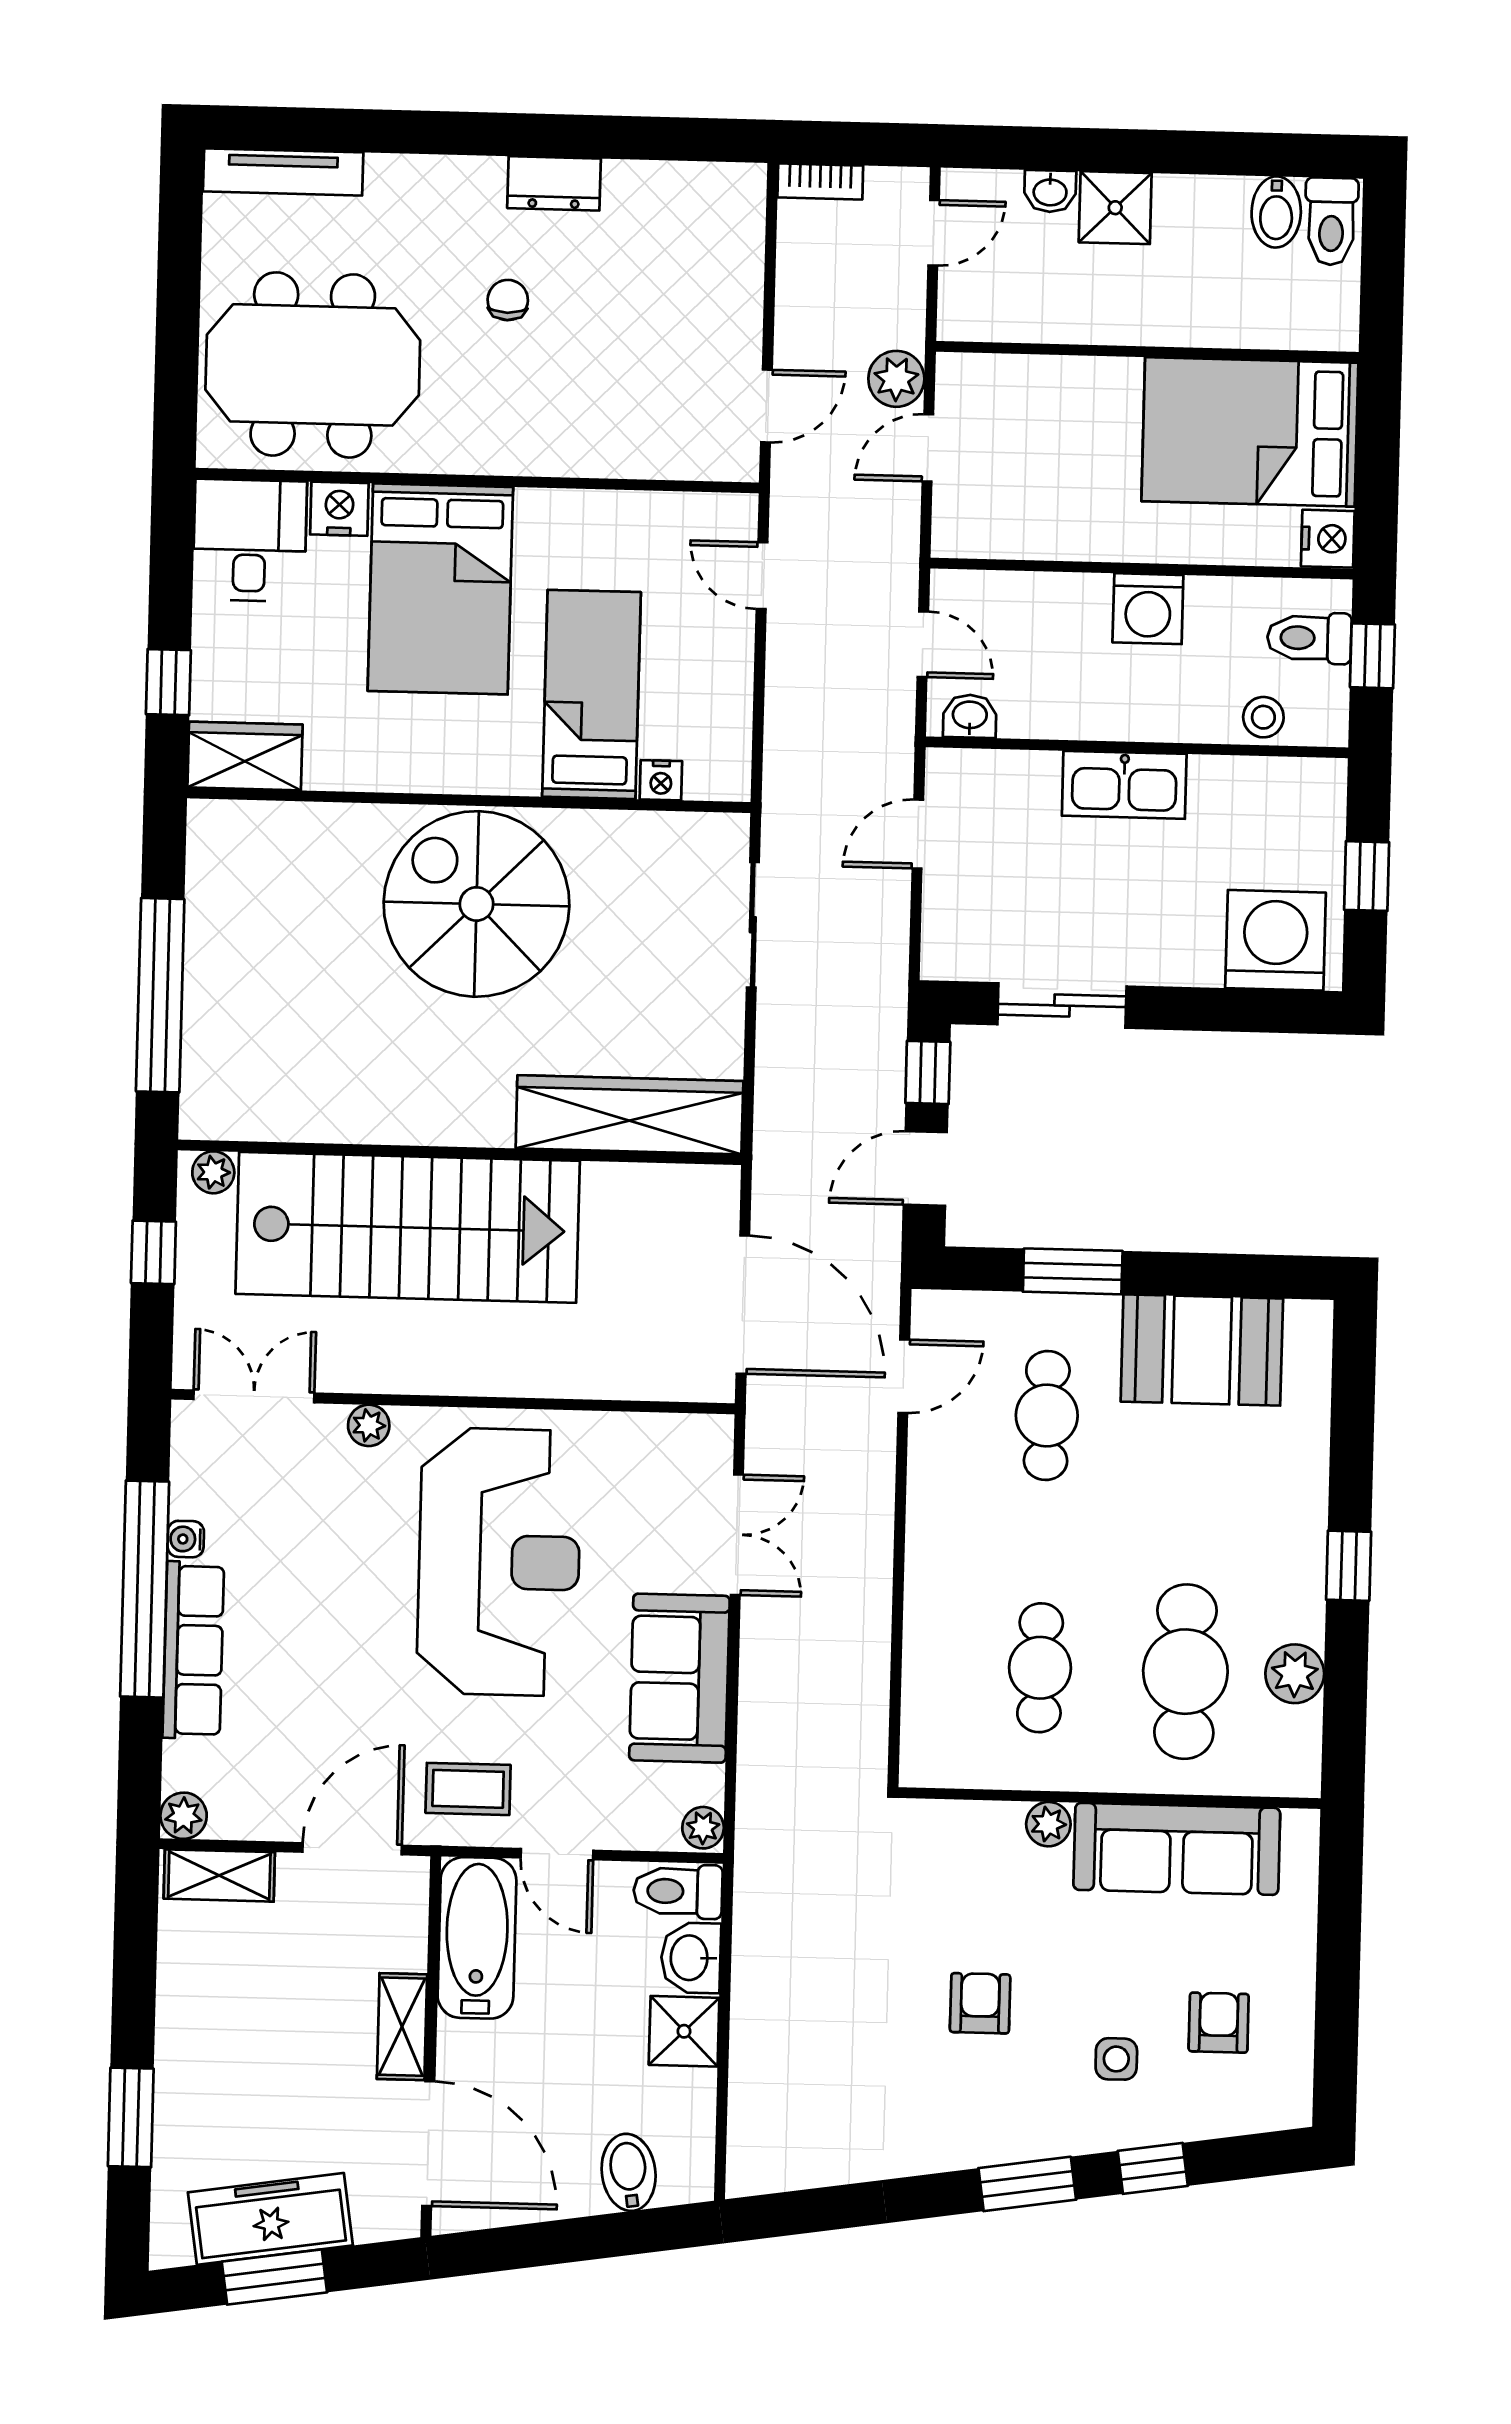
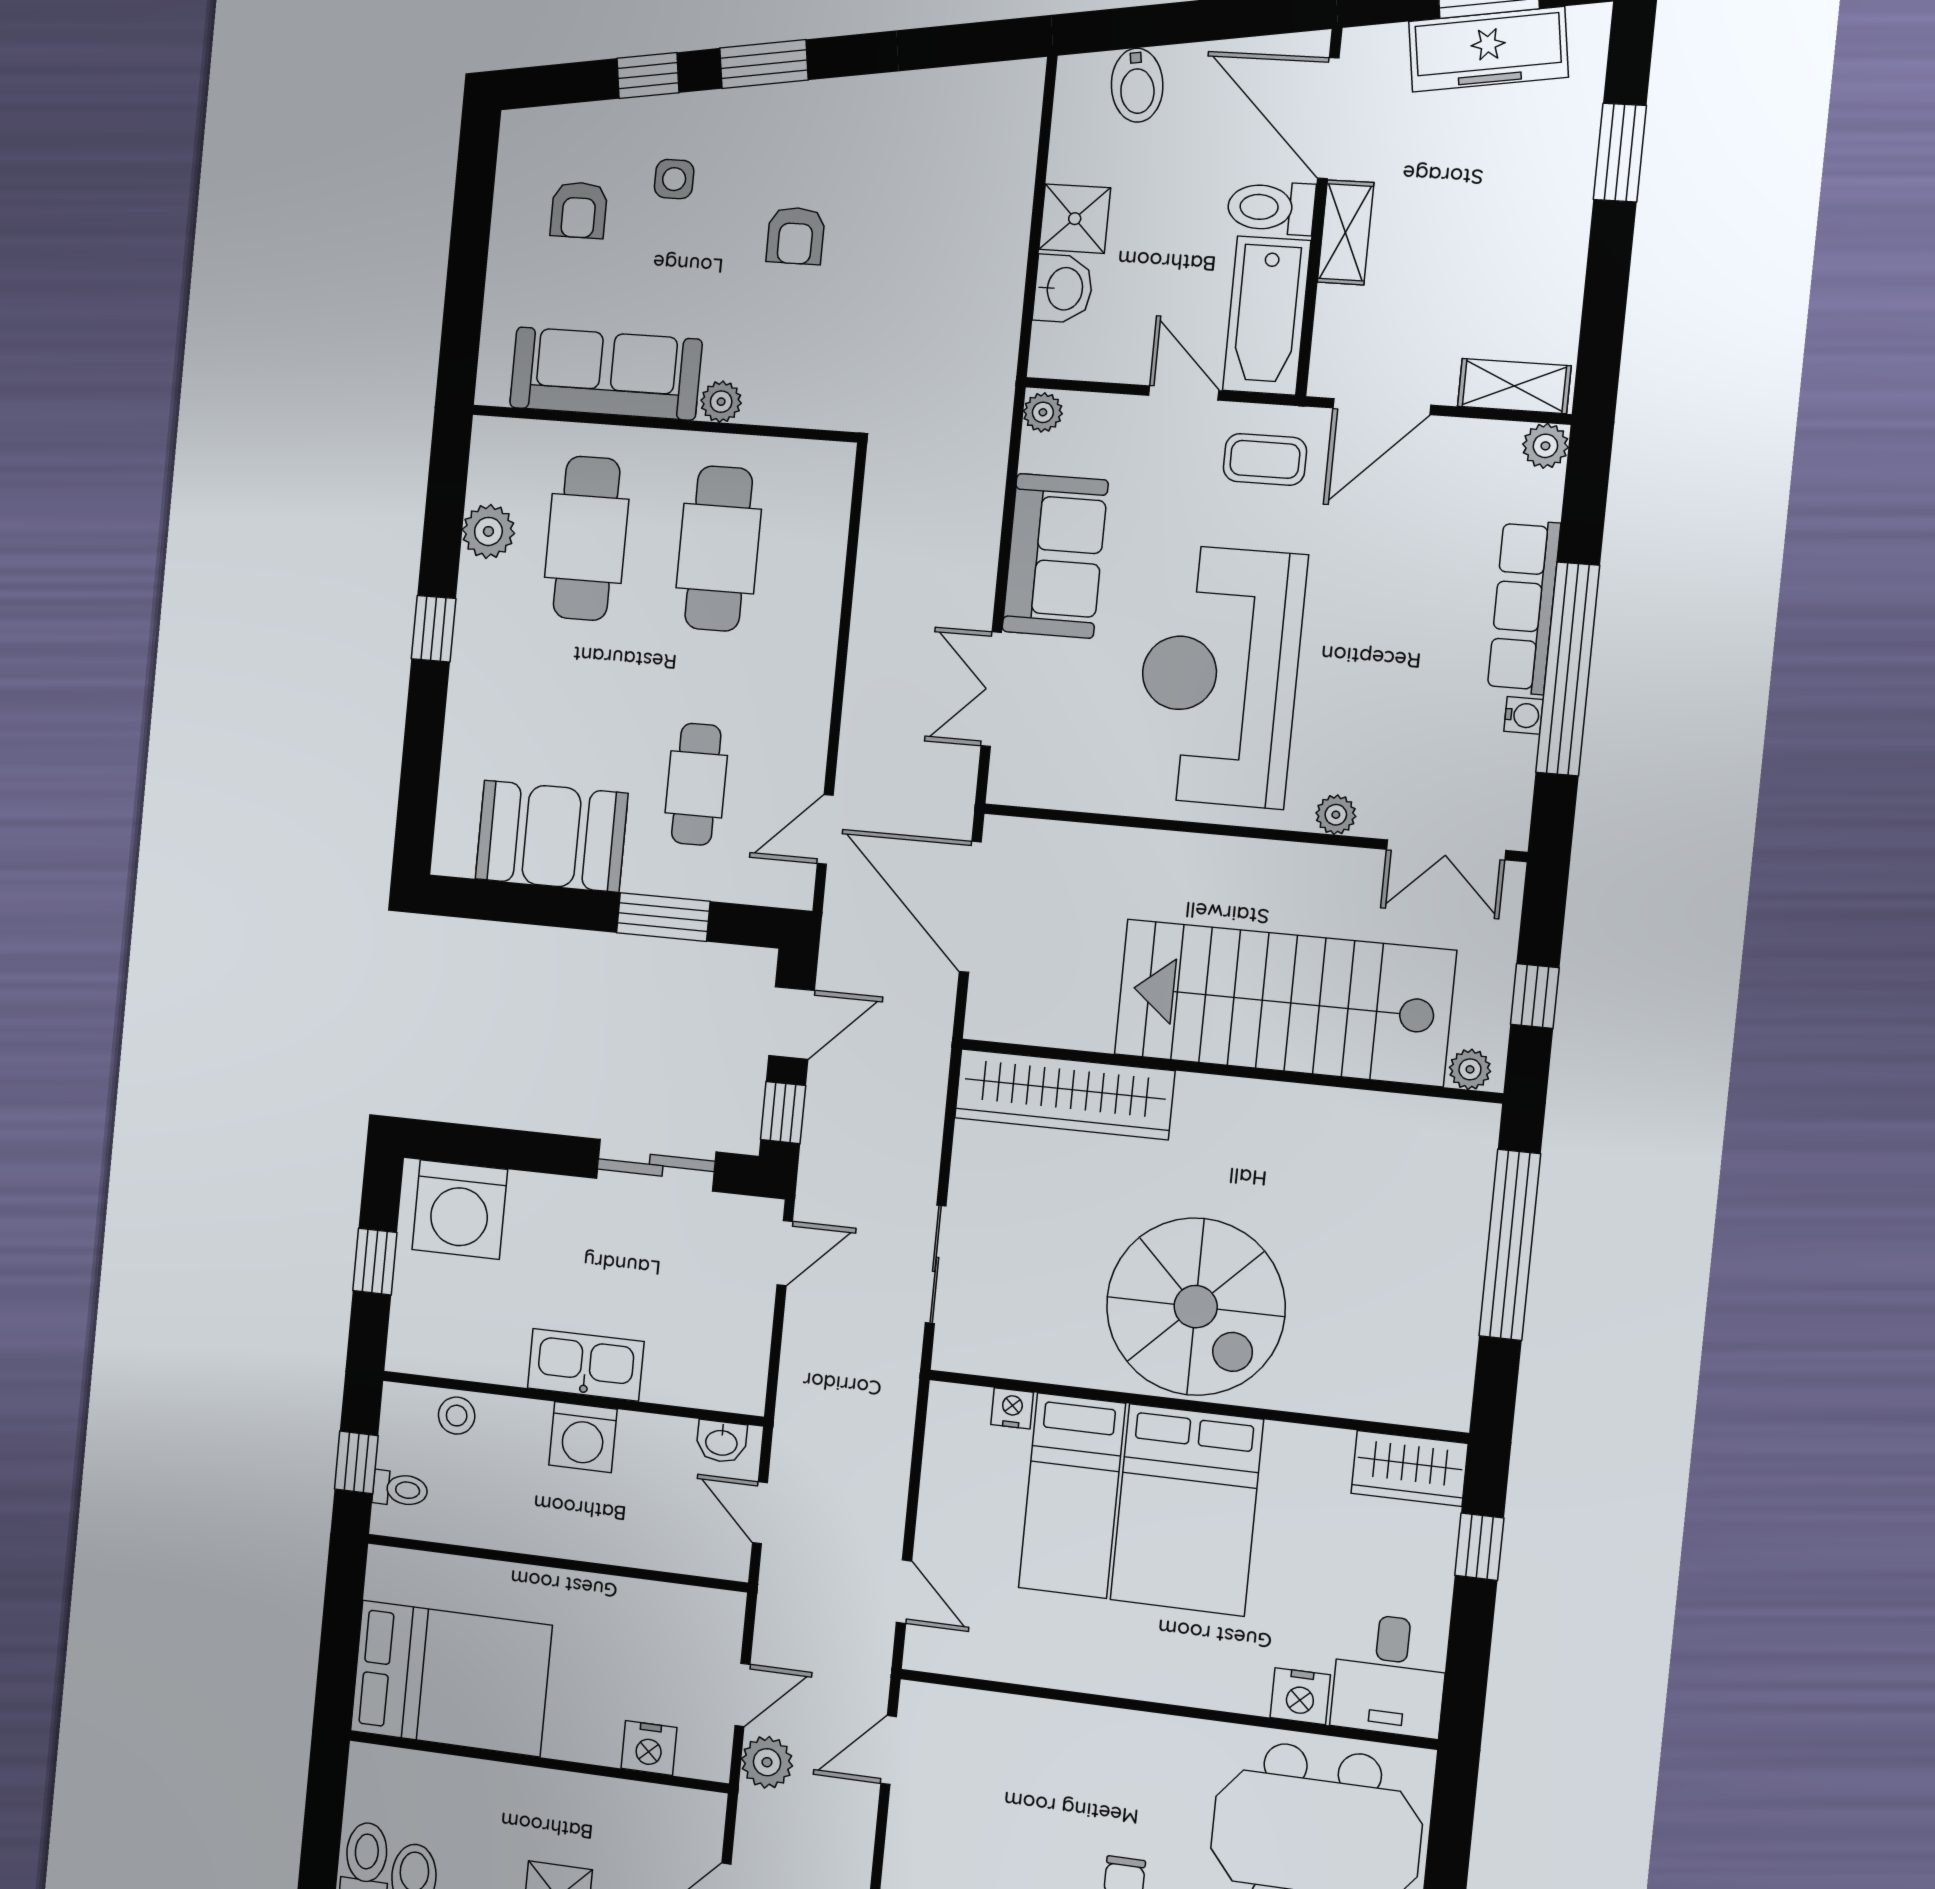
nightstand: (1328, 539) -> (649, 1748), moved, turned -90
bed: (440, 589) -> (1187, 1510), moved, turned 180
washing machine: (1148, 609) -> (583, 1437), moved, turned 180
toilet: (1309, 638) -> (400, 1489), width x0.73, depth x0.72
door: (918, 834) -> (785, 1253), moved
cafe table: (1040, 1668) -> (719, 549), width x1.37, depth x1.35
toilet: (678, 1891) -> (1271, 208), moved, turned 180

